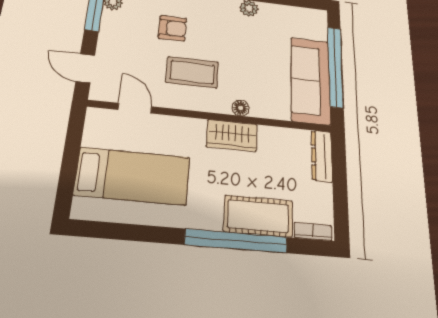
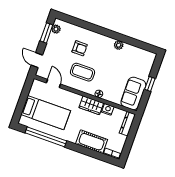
window: (335, 67) -> (150, 84), width x0.32
sofa: (310, 80) -> (133, 93), width x0.73
nightstand: (270, 136) -> (108, 109), added
window: (236, 241) -> (46, 137), moved

